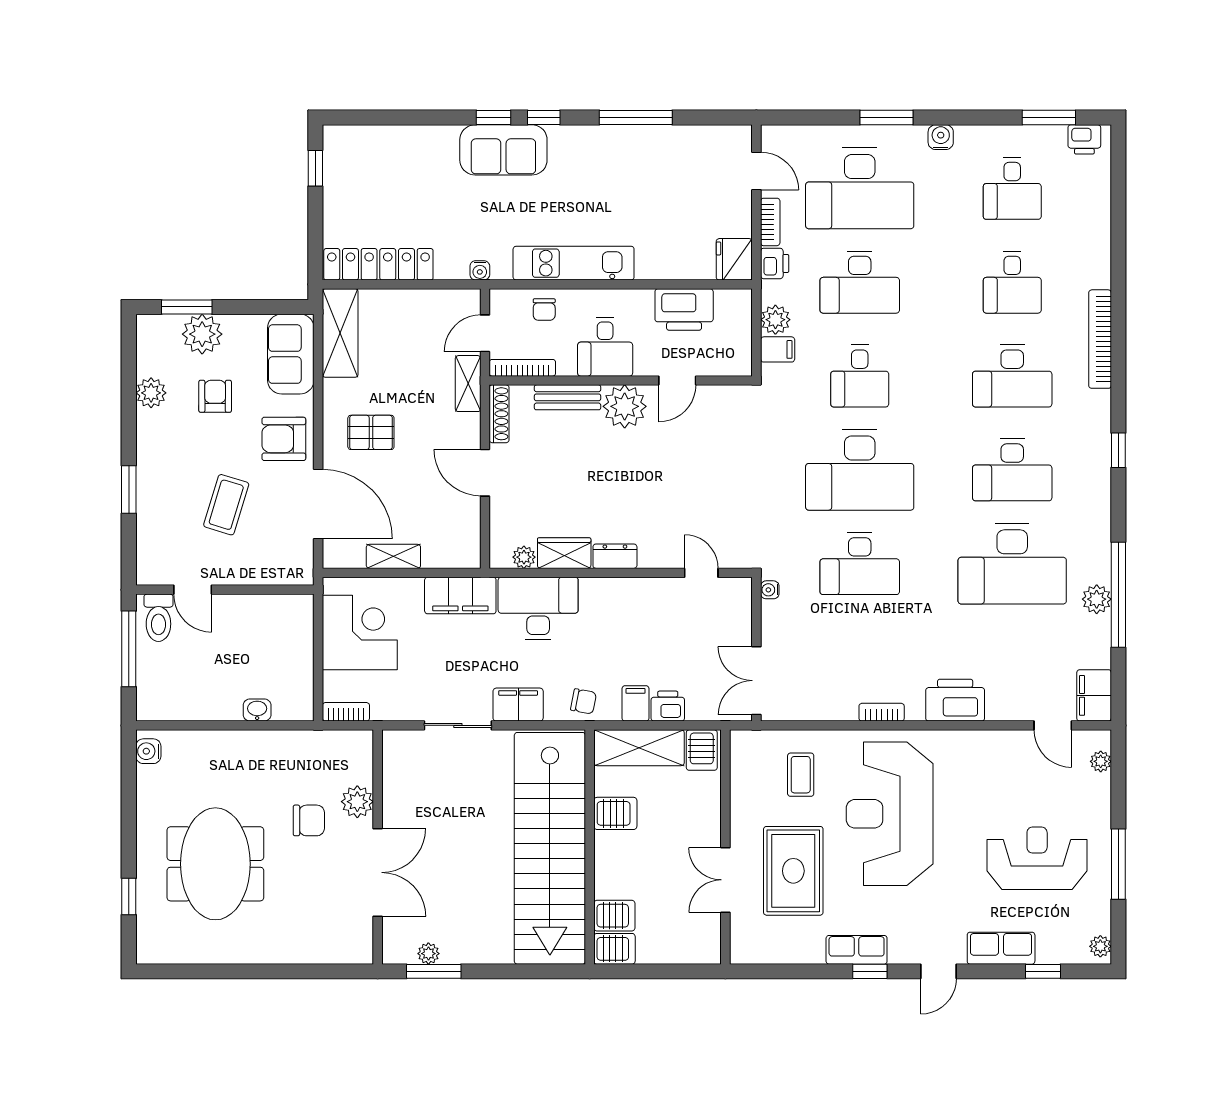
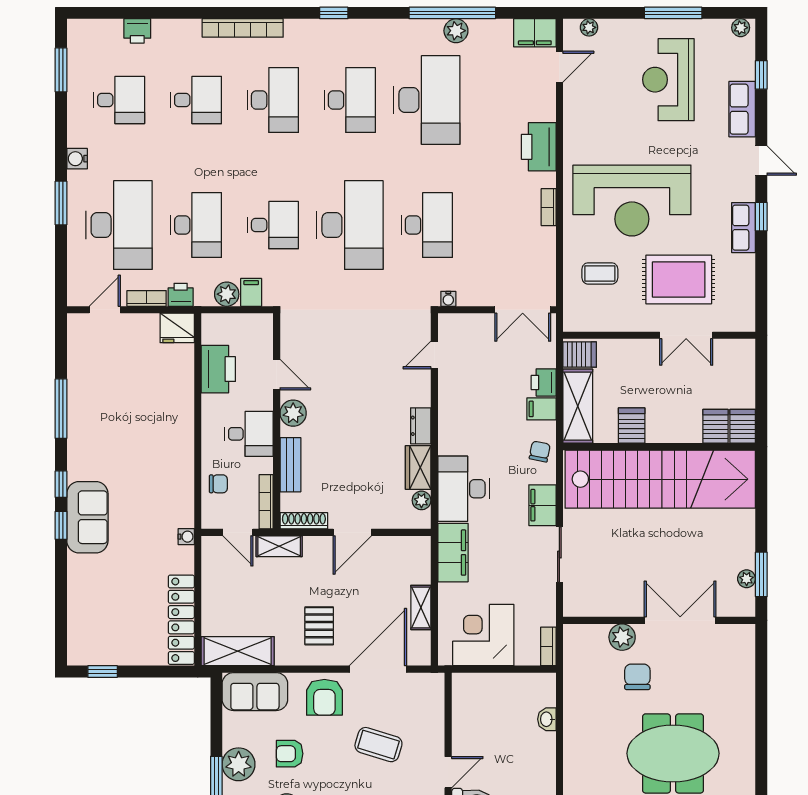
printer: (1084, 139) -> (137, 31), moved, turned 90
kitchen unit: (574, 263) -> (180, 460), removed
plant: (625, 406) -> (293, 413), width x0.73, depth x0.73

